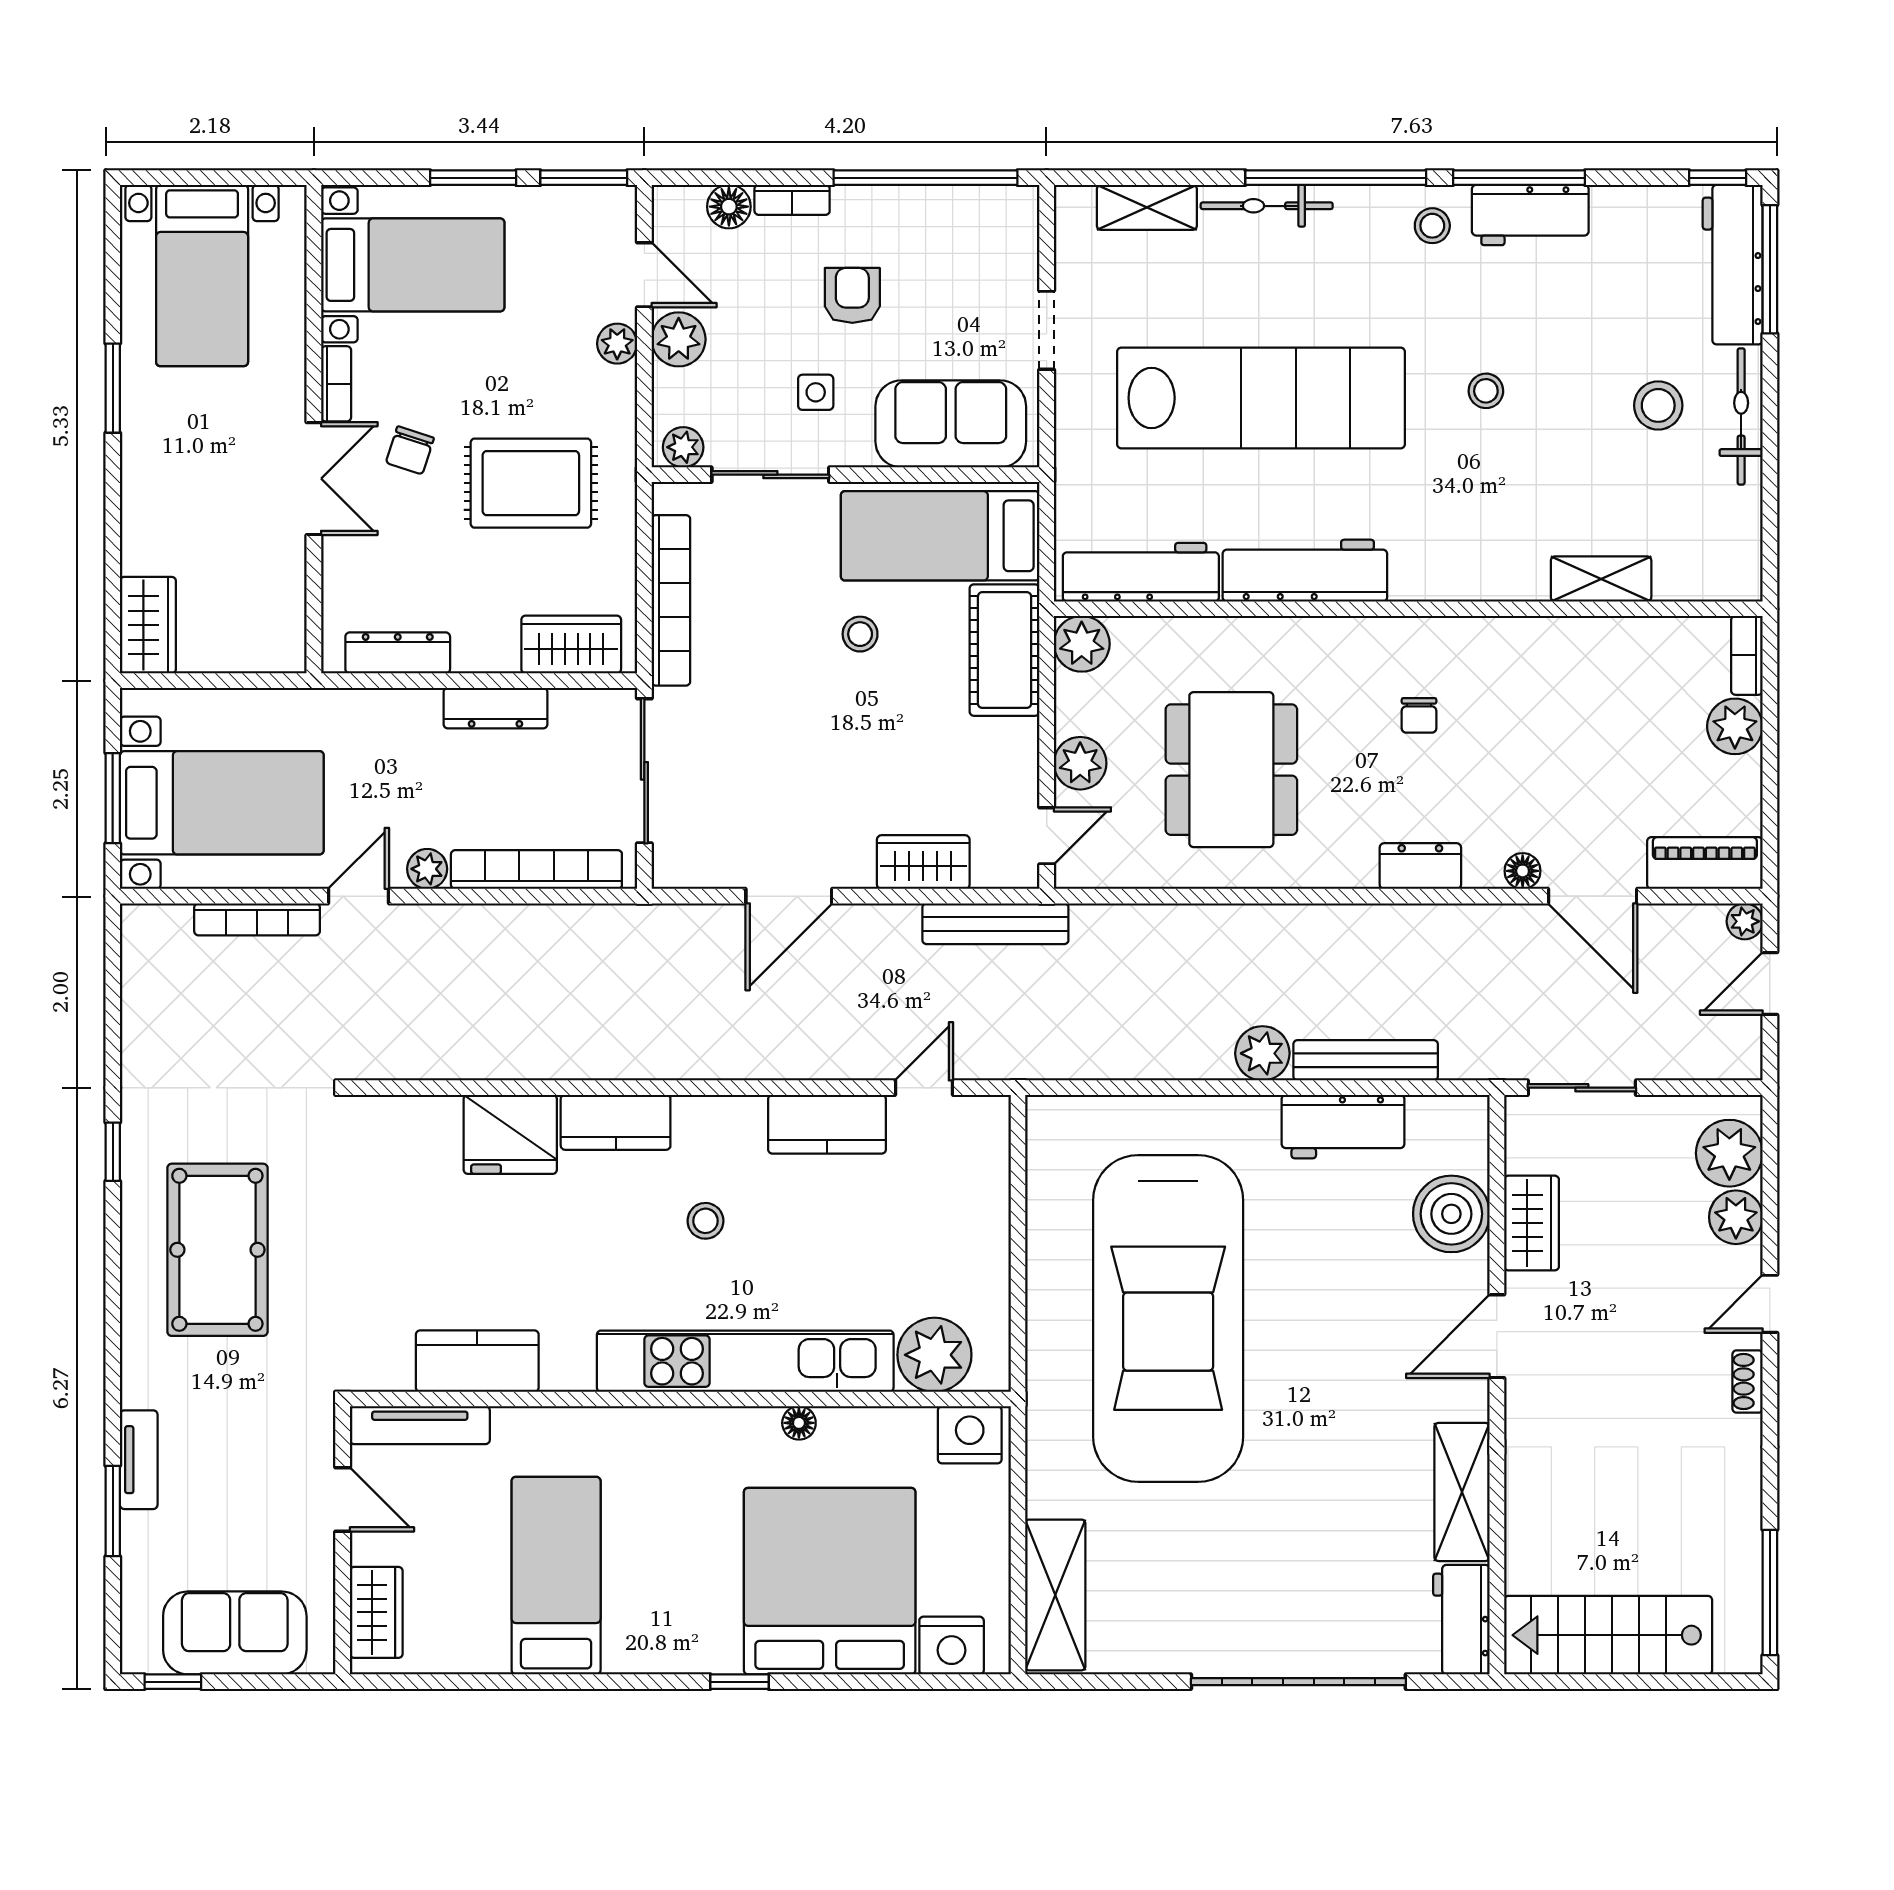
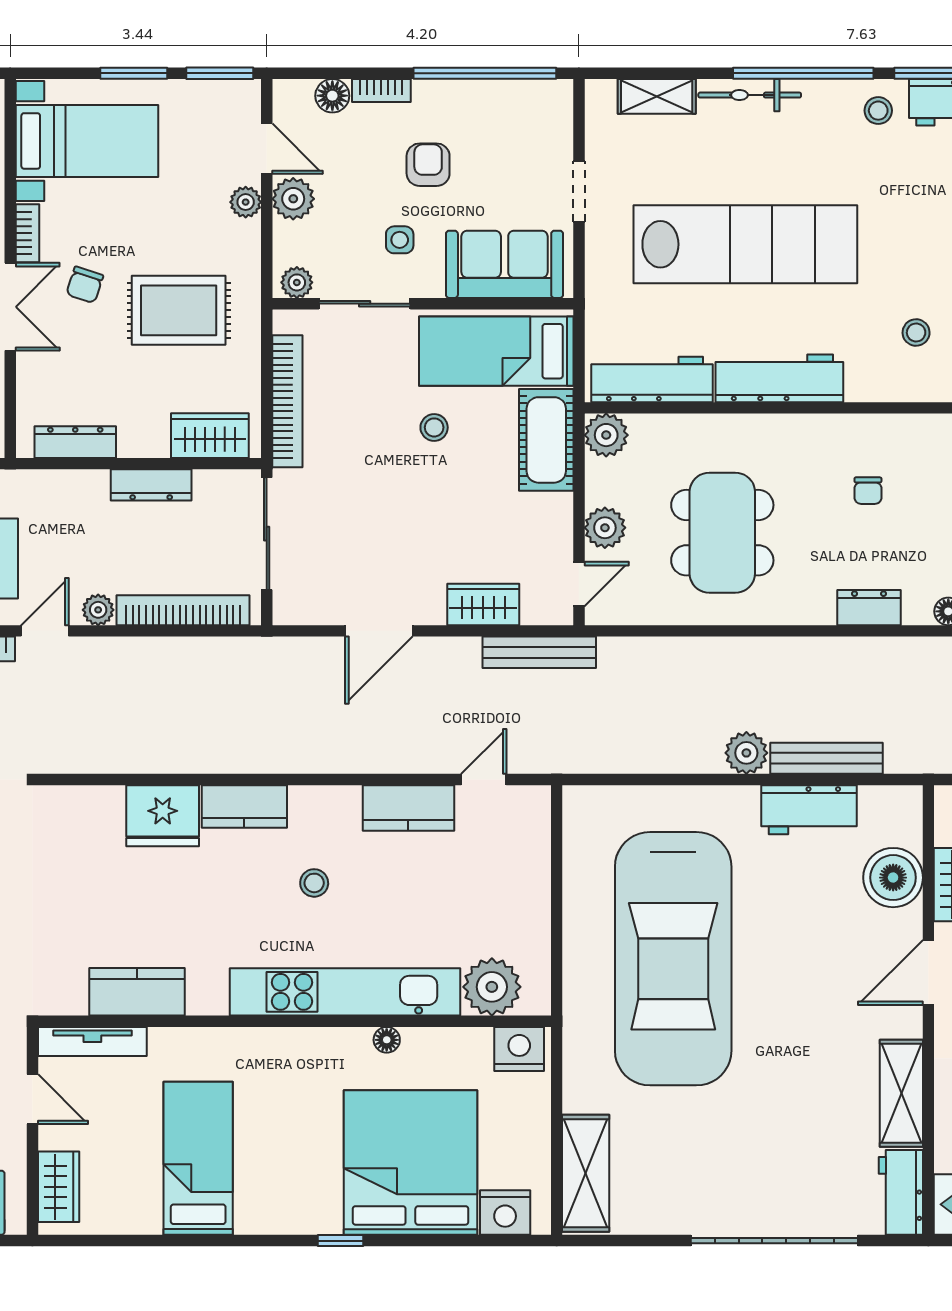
stool: (1486, 391) -> (916, 333), moved

